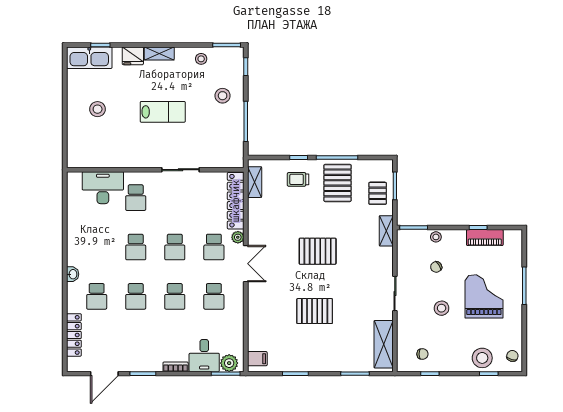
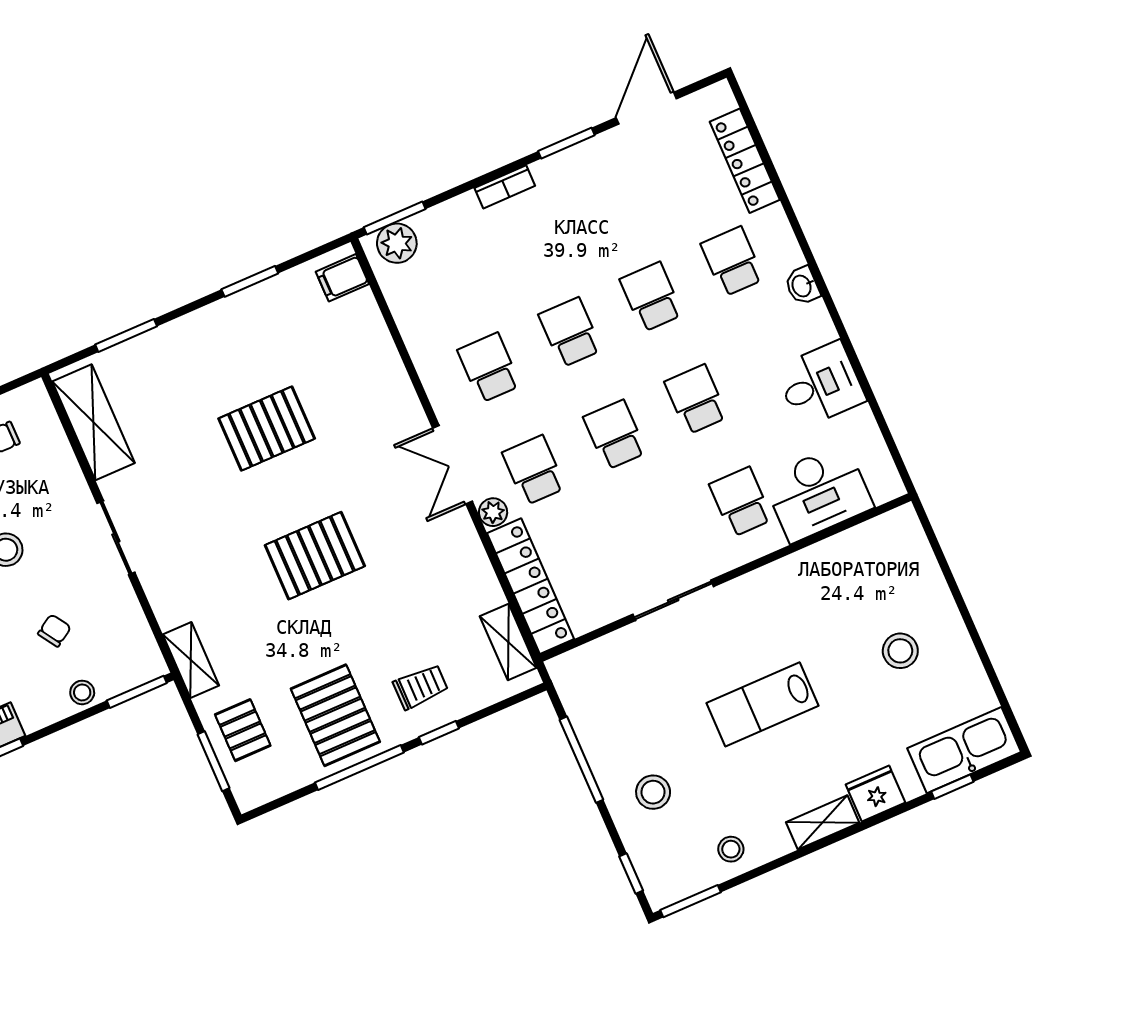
desk: (204, 356) -> (820, 384), moved, turned 90

